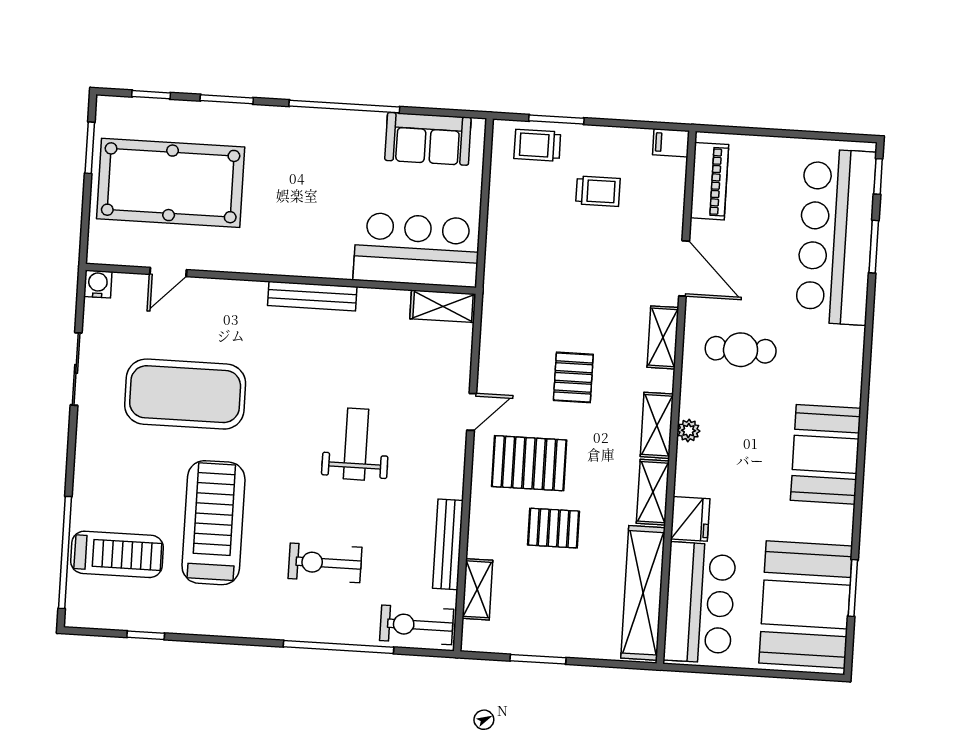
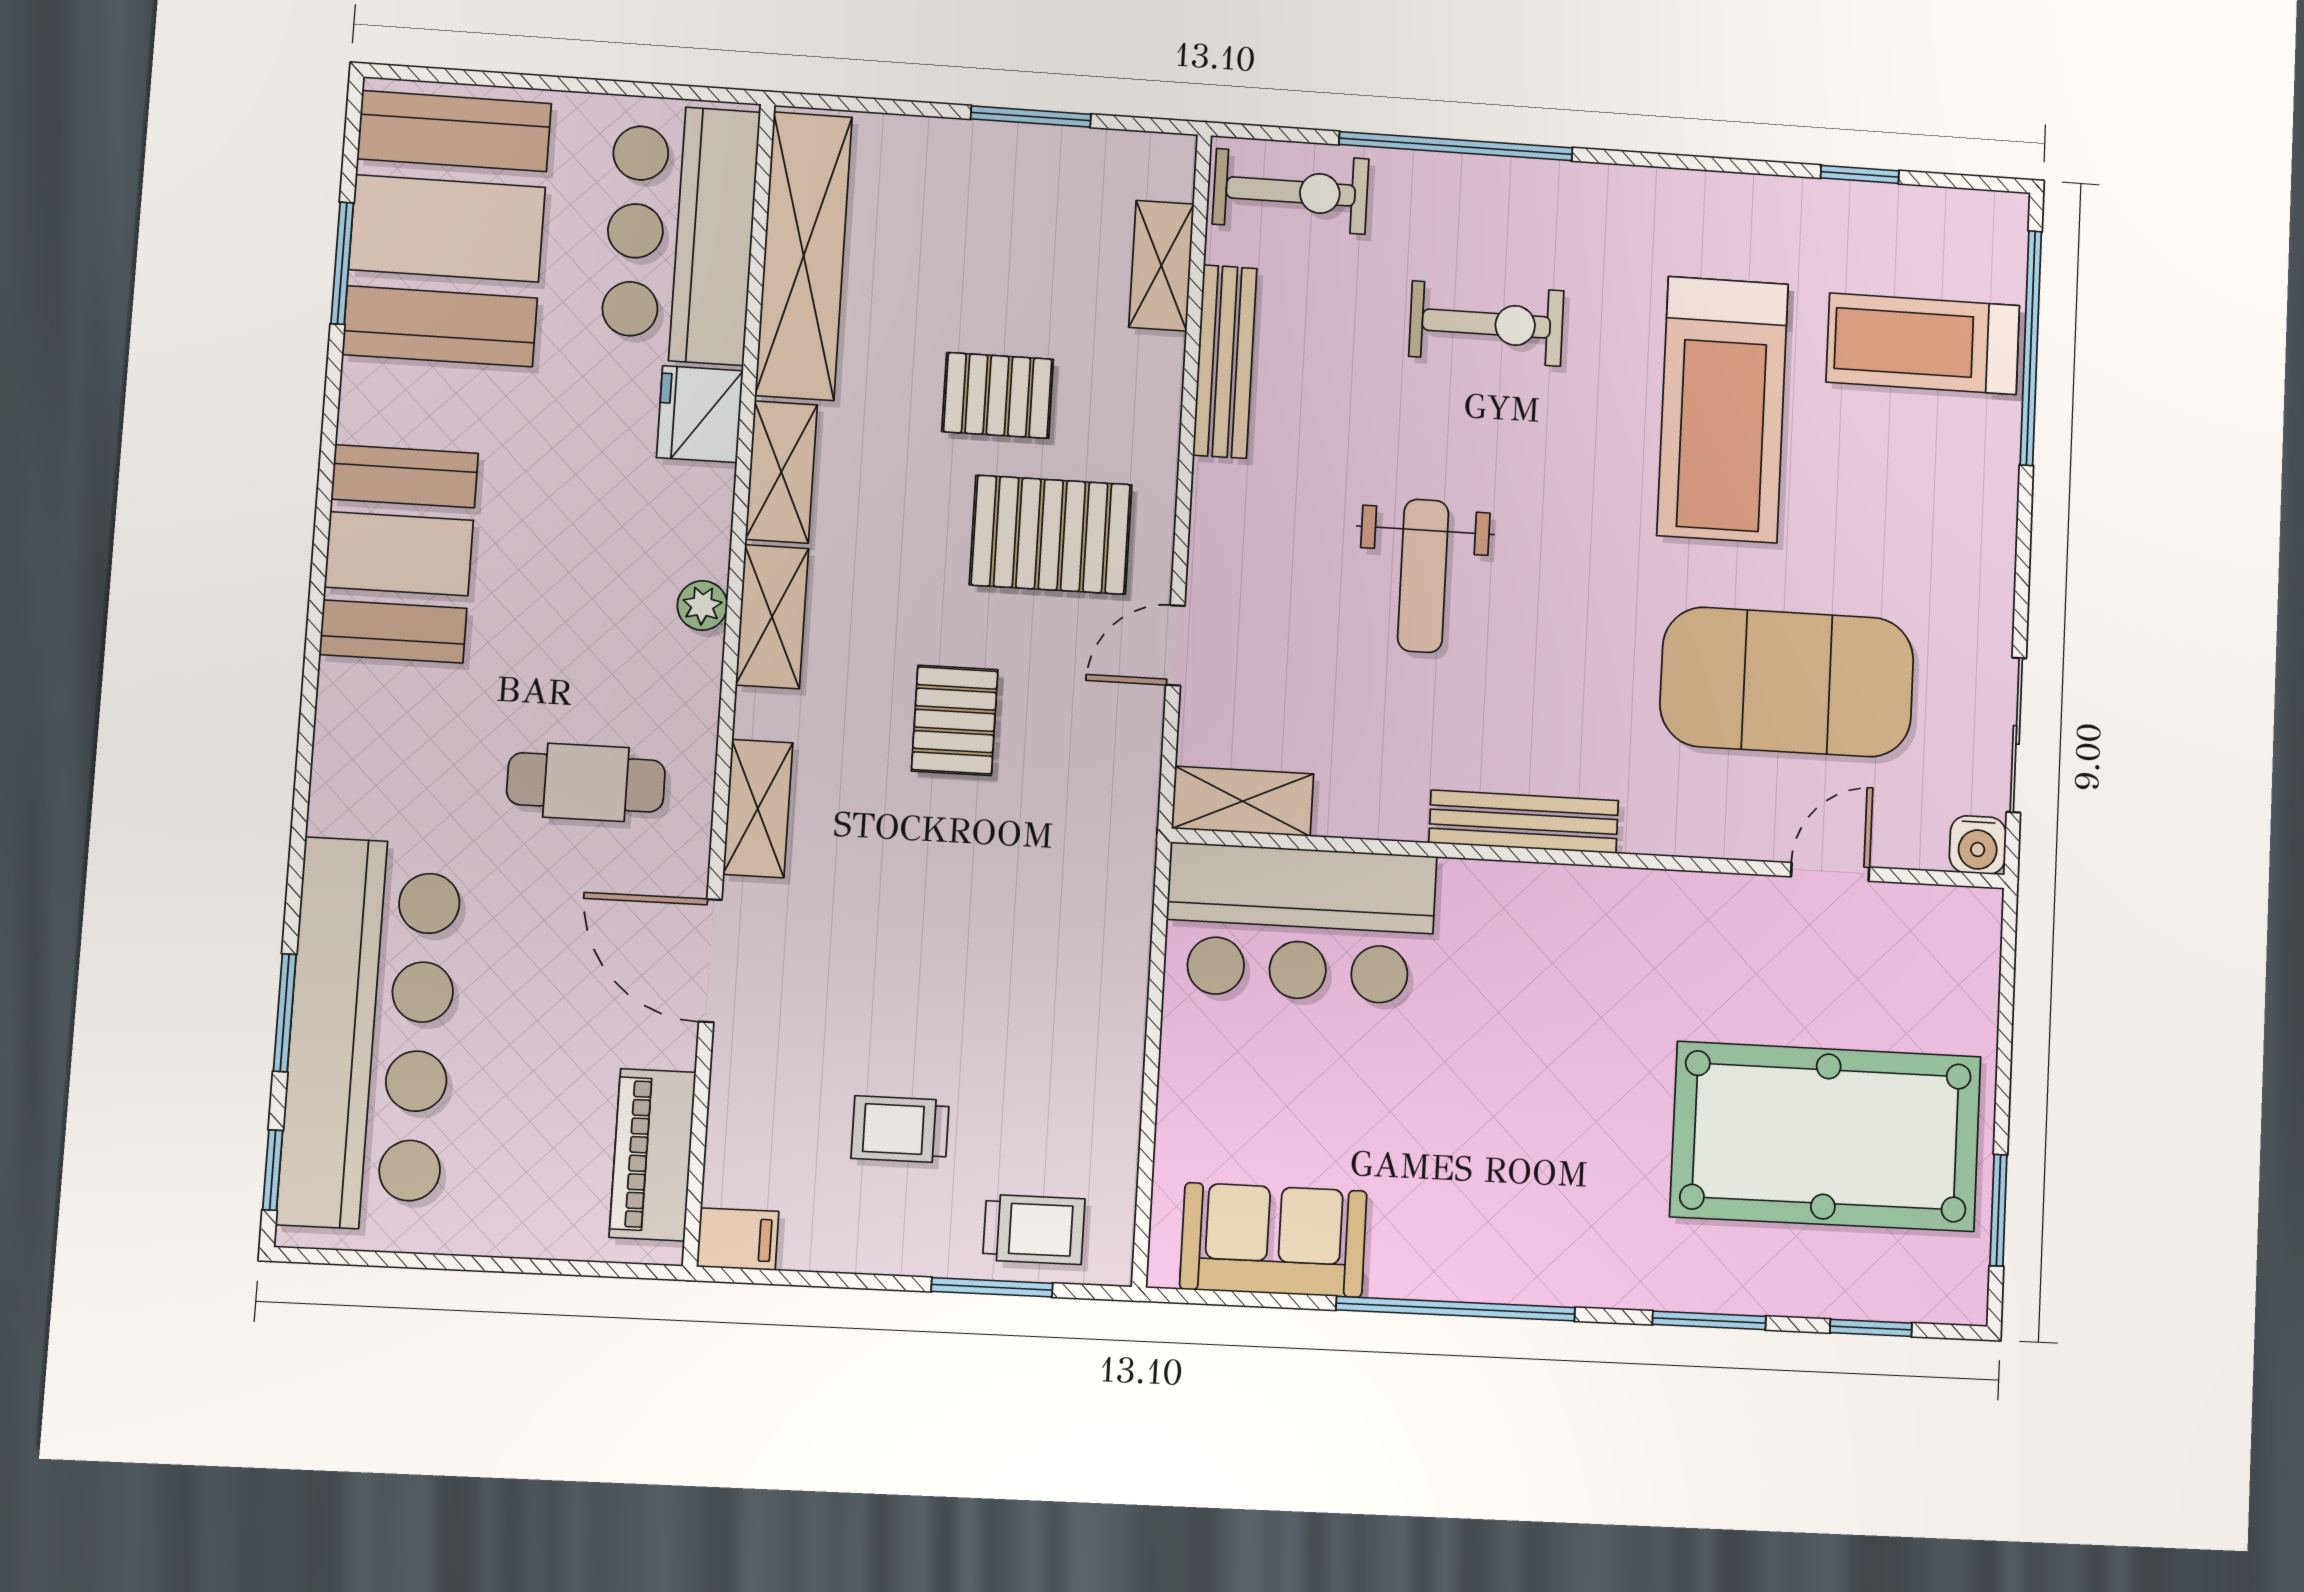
bar counter: (417, 250) -> (1300, 924), moved
door: (168, 272) -> (1830, 872), moved
wall: (281, 279) -> (1591, 859), moved
water cooler: (98, 284) -> (1978, 845), moved
bench: (312, 296) -> (1524, 822), moved
shelving: (443, 306) -> (1243, 801), moved

